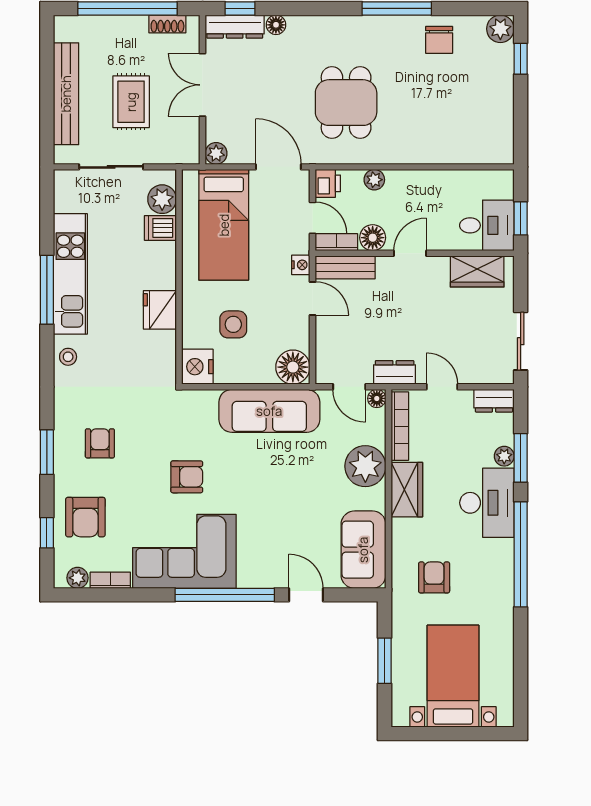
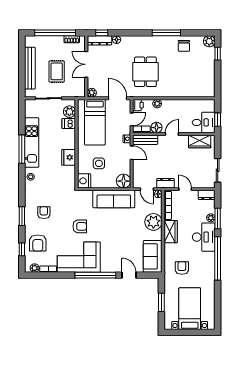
door: (313, 218) -> (132, 119), hinge flipped

